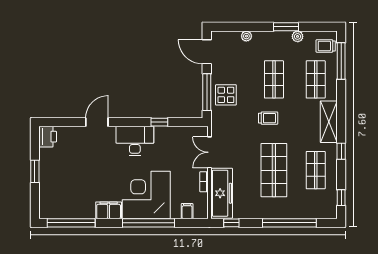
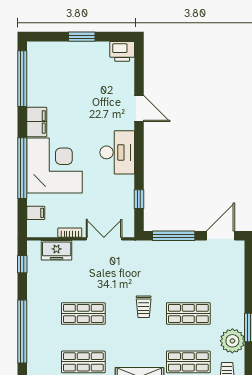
plant: (246, 36) -> (239, 282), removed
plant: (298, 36) -> (232, 341), width x1.88, depth x1.88
display table: (226, 95) -> (170, 258), removed
window: (159, 122) -> (139, 199), moved
shop shelf: (274, 170) -> (83, 314), width x0.70, depth x0.74
freezer: (222, 193) -> (57, 250), width x0.52, depth x0.79

